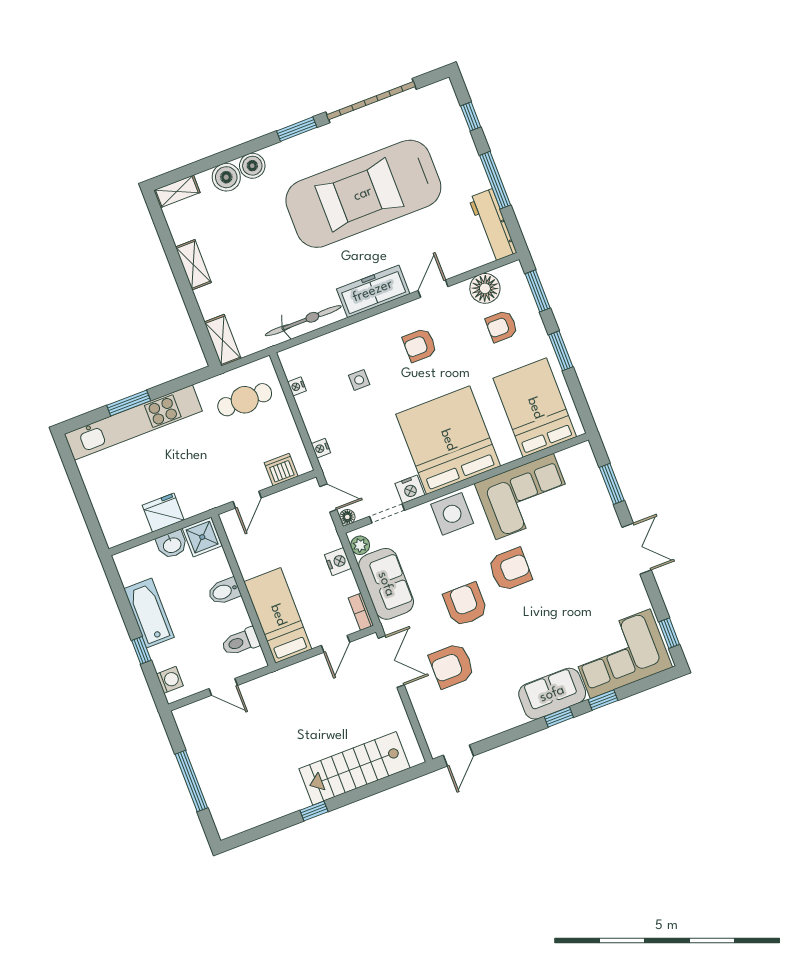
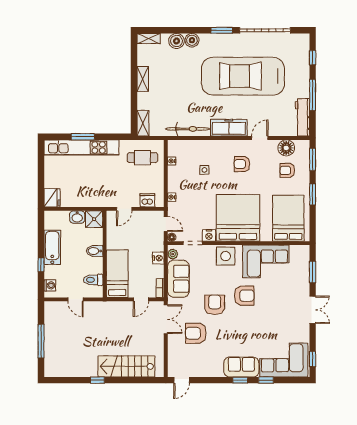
fridge: (163, 513) -> (52, 198), moved, turned 90

